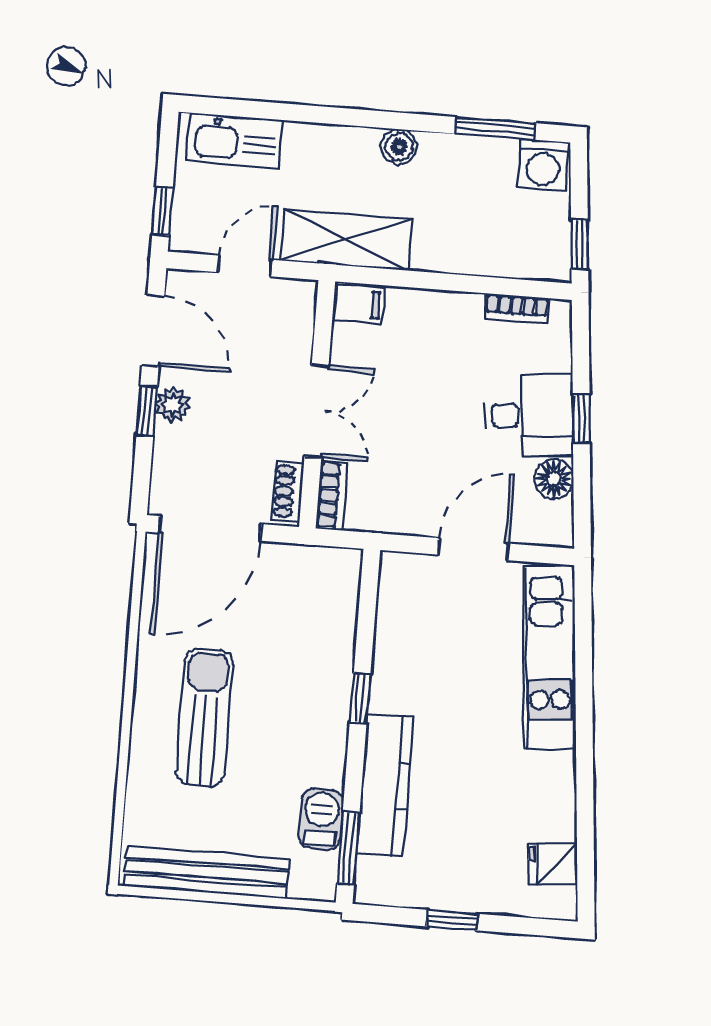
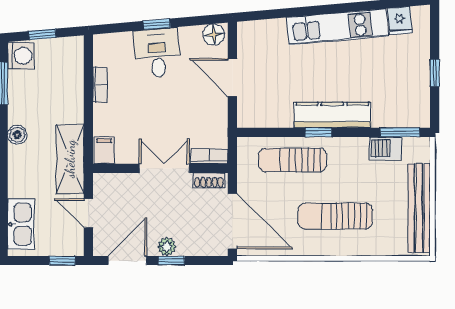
window: (580, 244) -> (42, 34), moved
bookcase: (517, 309) -> (100, 85), moved
floor lamp: (554, 479) -> (214, 34), moved
sun lounger: (313, 648) -> (293, 160), added
kitchen unit: (550, 658) -> (337, 27), moved
kitchen counter: (385, 785) -> (332, 115), moved

